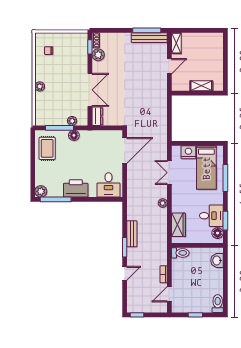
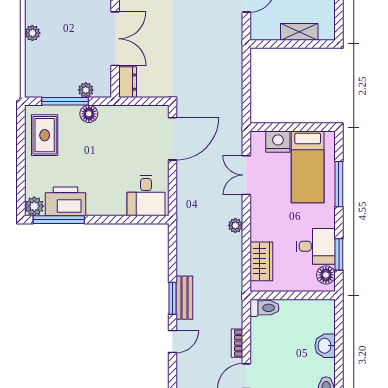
printer: (76, 188) -> (66, 201), moved
bench: (132, 234) -> (184, 298), moved
washbasin: (217, 260) -> (325, 346), moved

